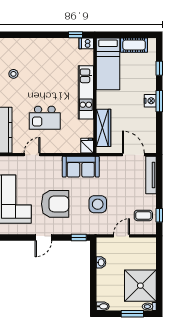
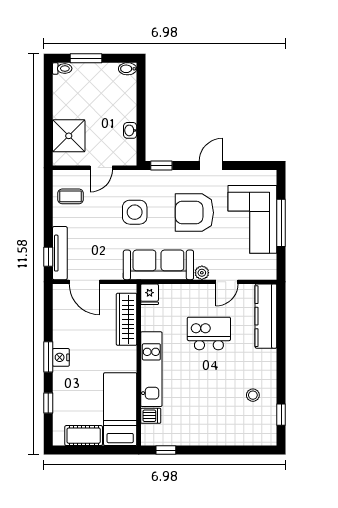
dishwasher: (86, 43) -> (151, 416), moved
plant: (50, 161) -> (202, 273), added
sofa: (81, 167) -> (158, 265), width x1.36
window: (159, 215) -> (48, 257), moved
shower: (140, 286) -> (69, 136), moved, width x0.73, depth x0.73

